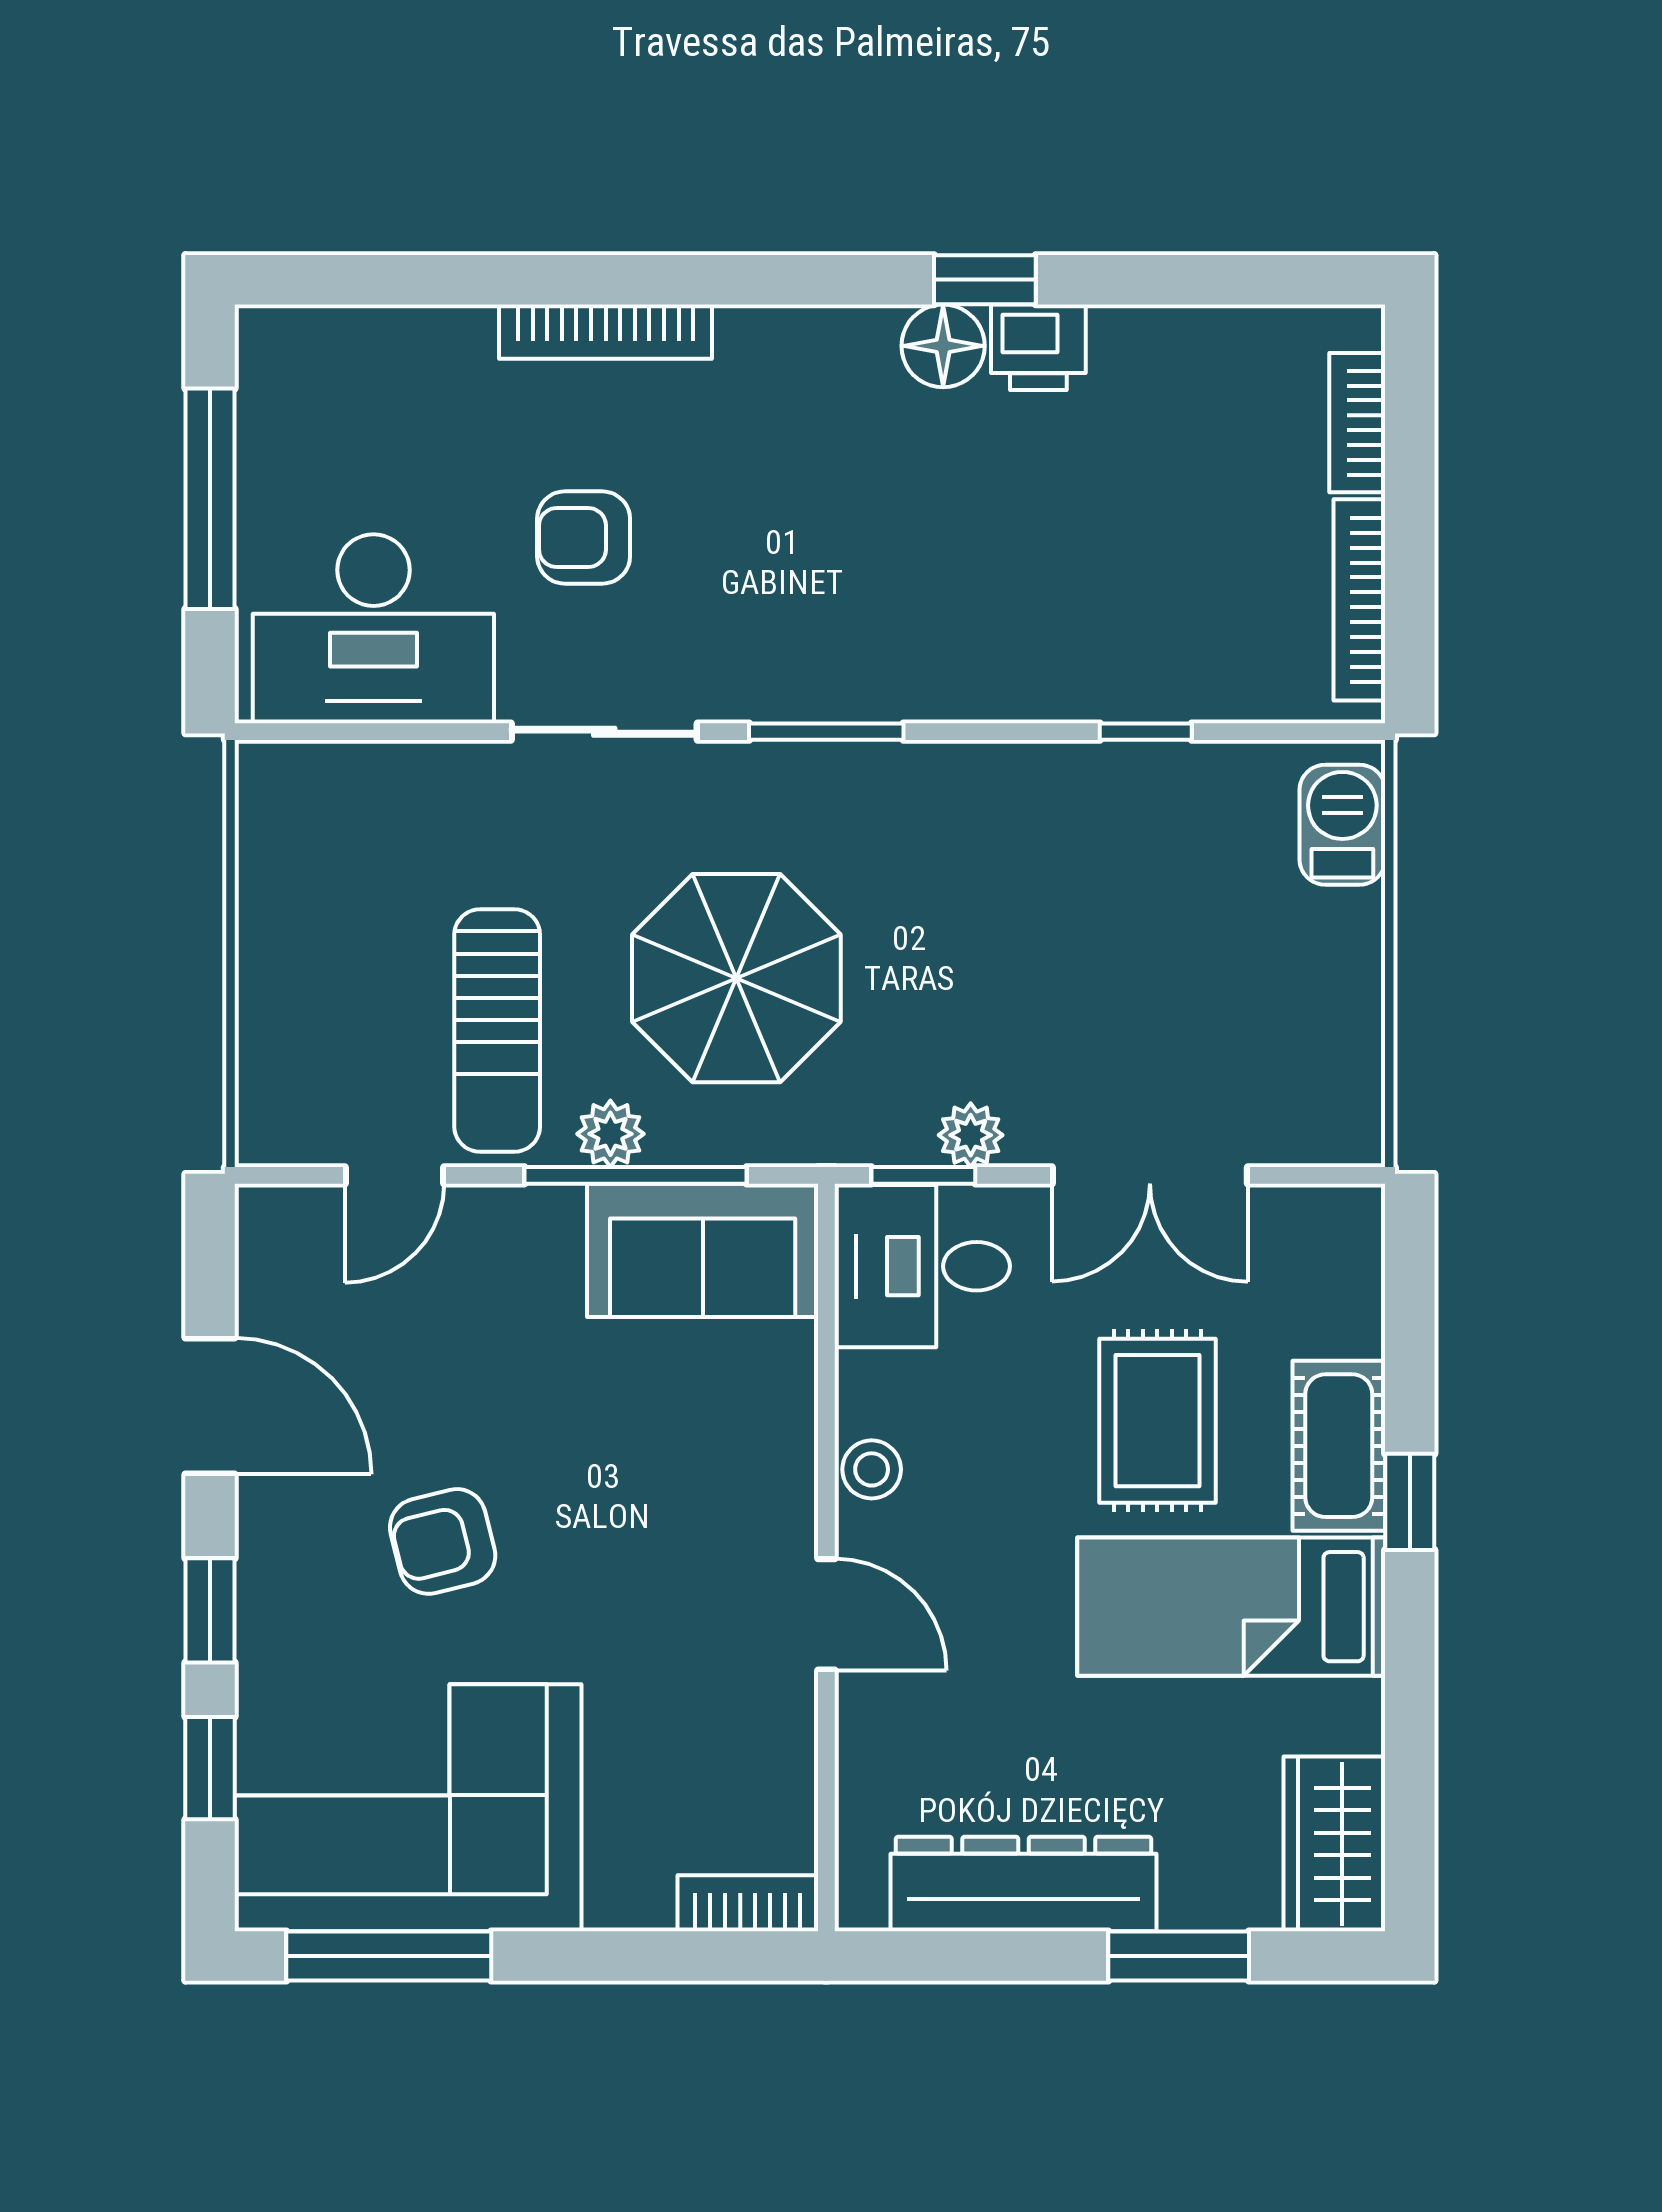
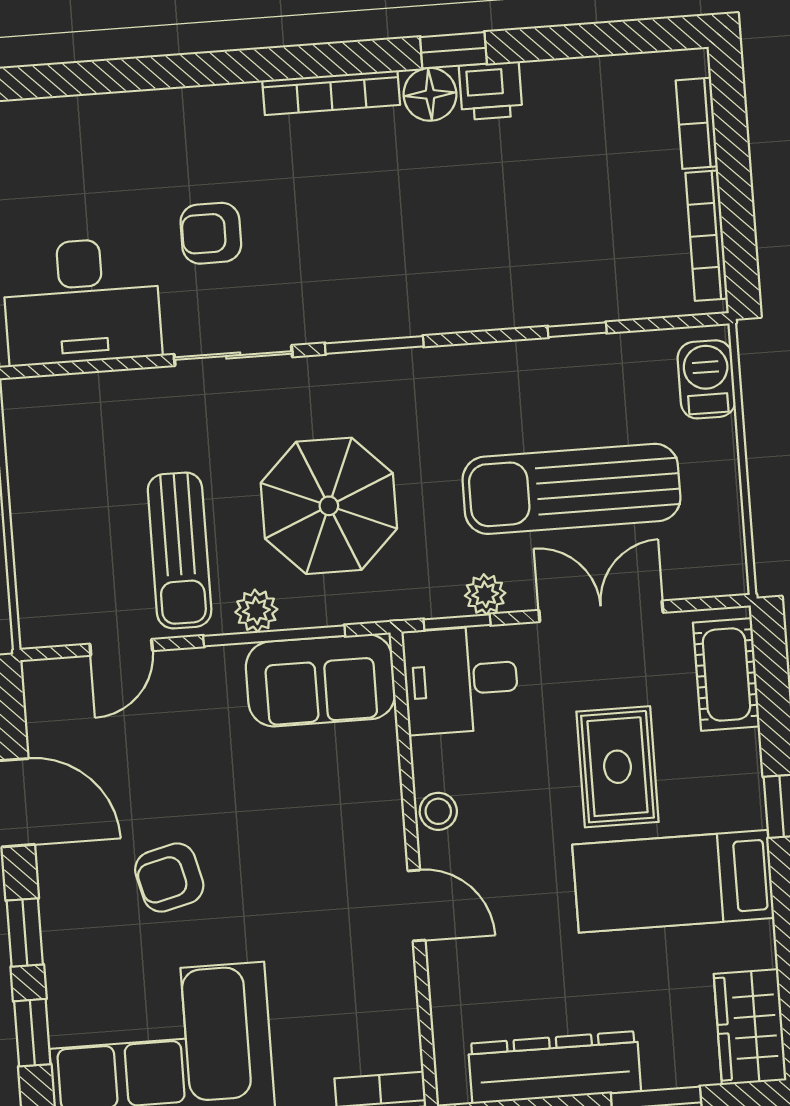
bookcase: (606, 332) -> (331, 93), moved
sun lounger: (1118, 980) -> (571, 489), added
double door: (1150, 1175) -> (601, 611), swing flipped
cot: (1339, 1446) -> (726, 674), moved

